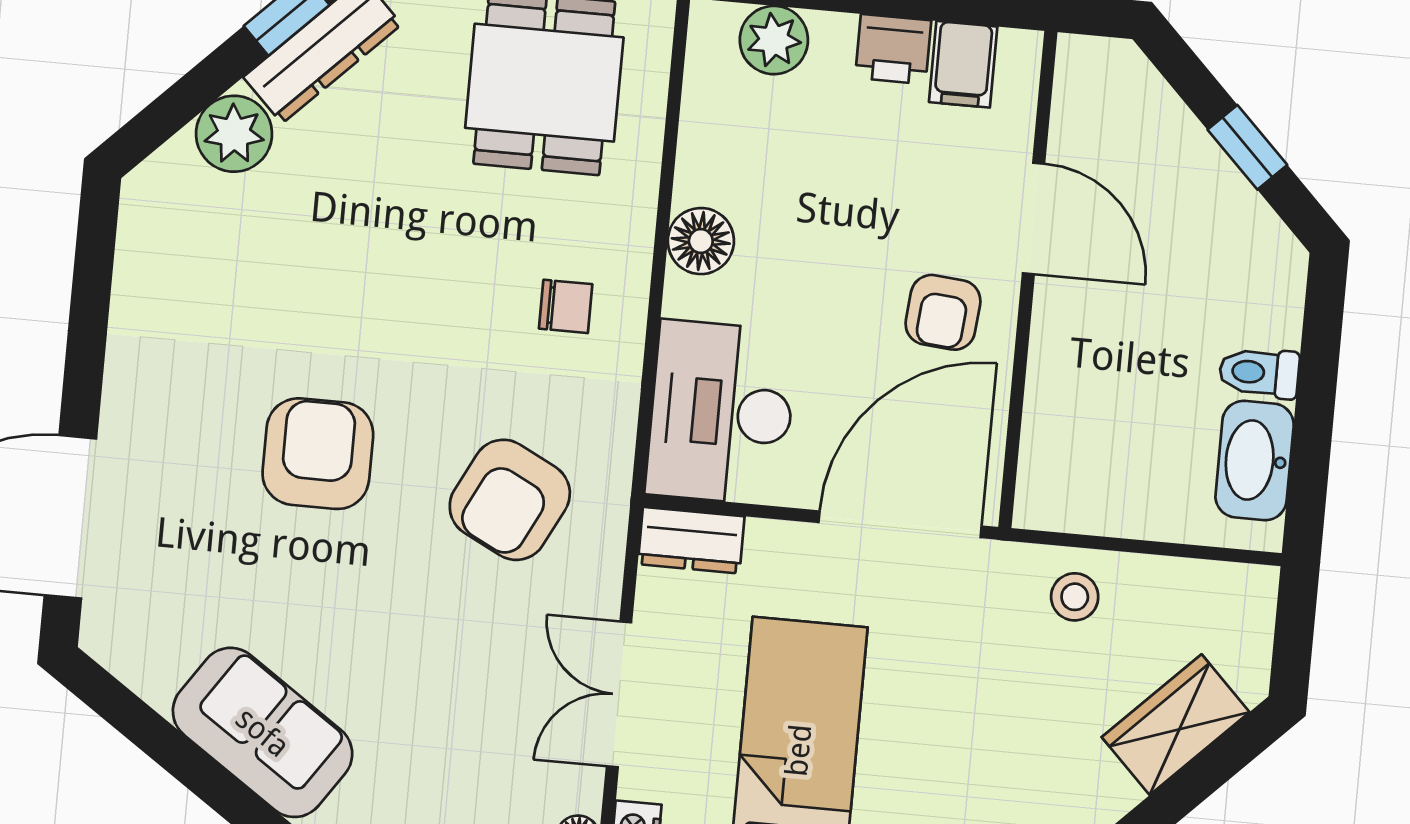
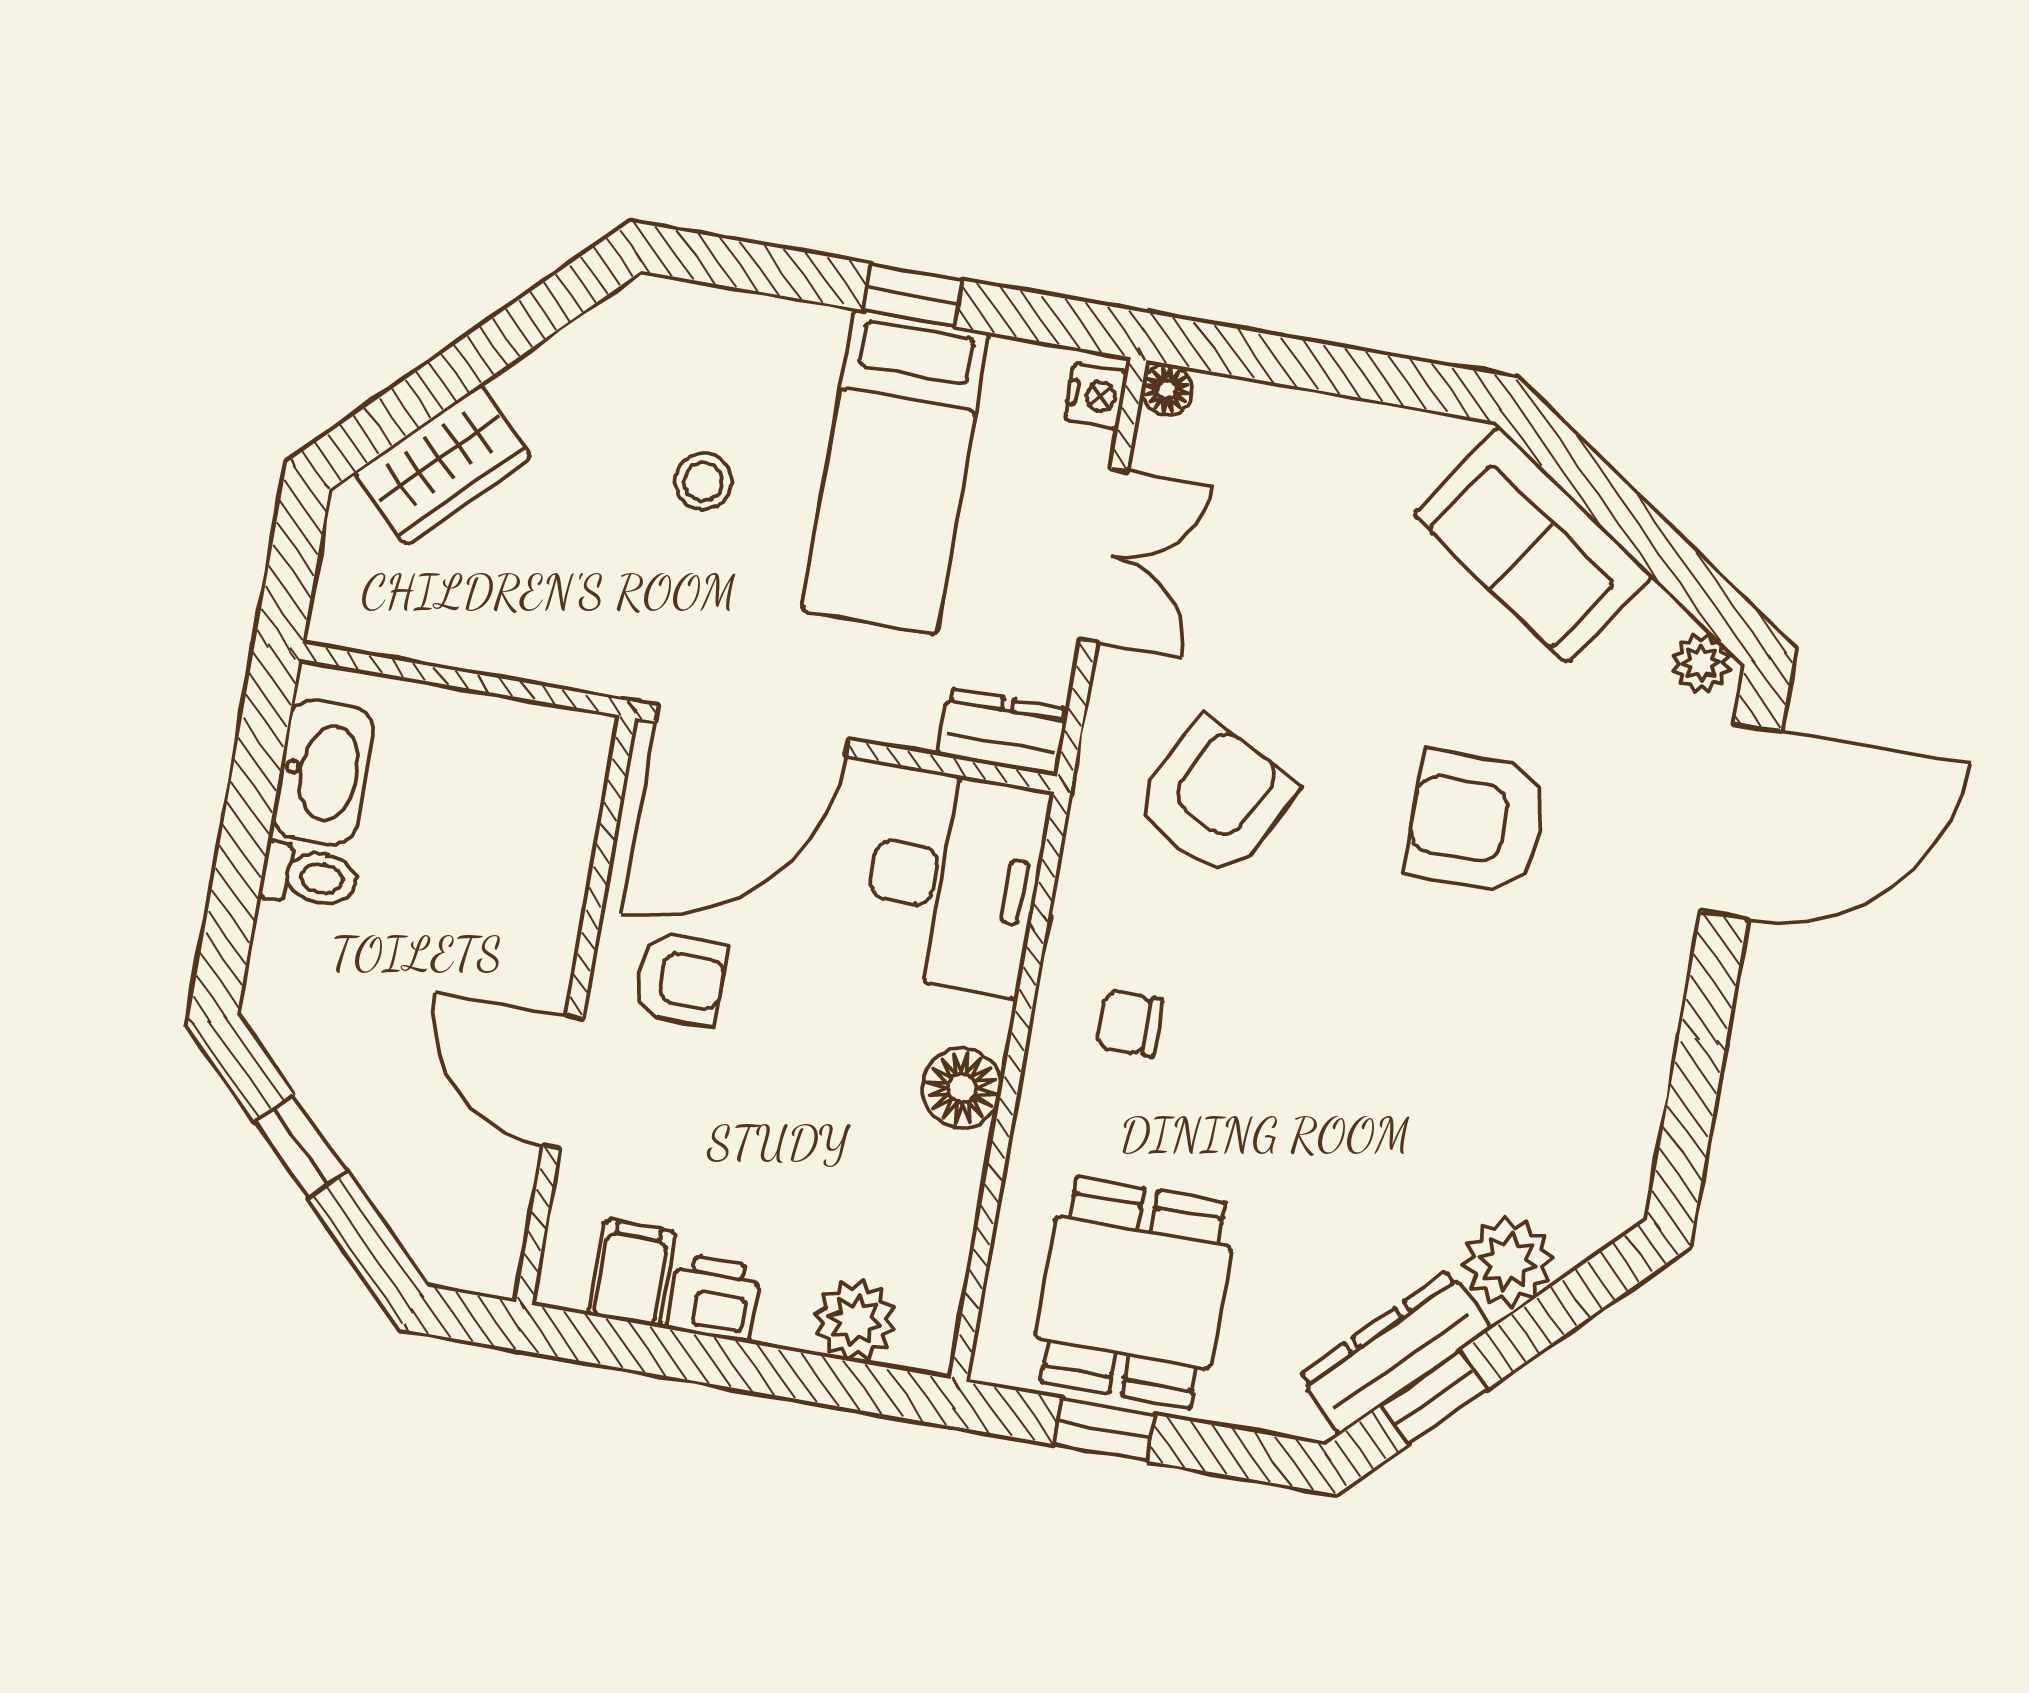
armchair: (943, 312) -> (680, 979), turned 85
armchair: (318, 454) -> (1477, 822), moved, turned 90
stool: (1075, 597) -> (703, 482), moved
plant: (114, 646) -> (1701, 663), added

